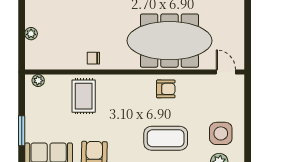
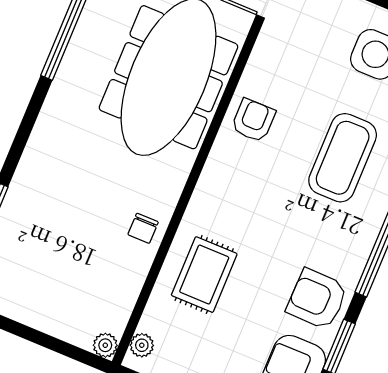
plant: (31, 34) -> (105, 345), moved
rug: (84, 96) -> (204, 275), turned 90

